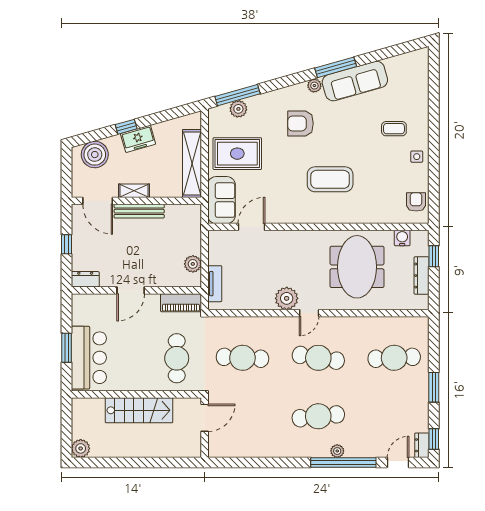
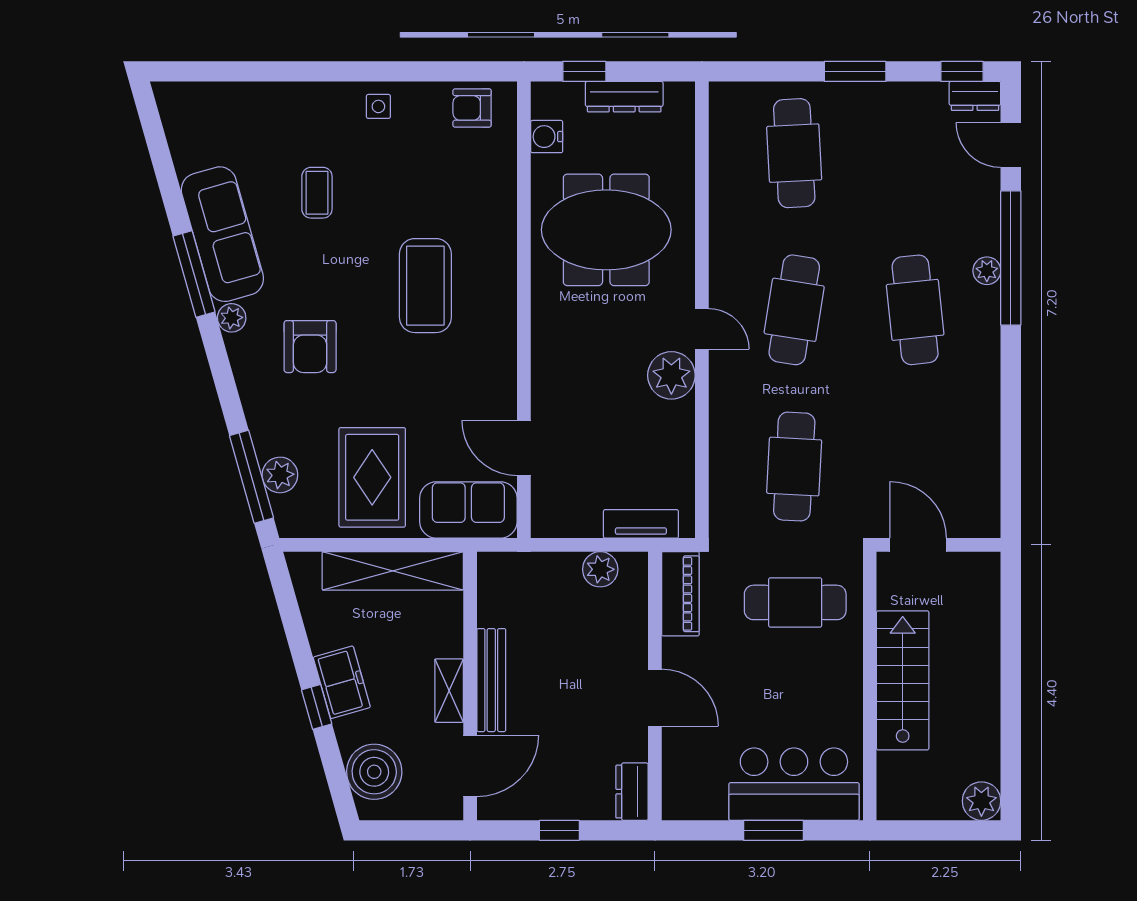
coffee table: (394, 129) -> (317, 193), moved

